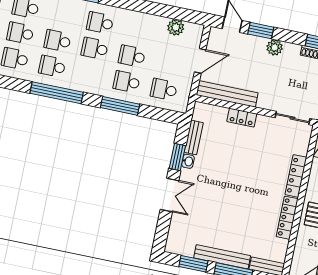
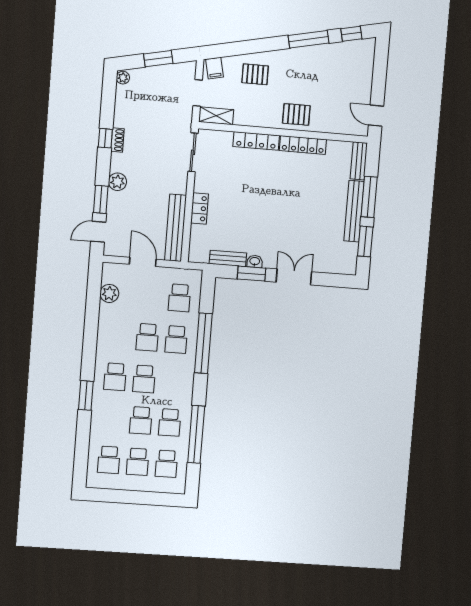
window: (57, 93) -> (196, 434), moved
window: (120, 106) -> (203, 343), width x1.46

